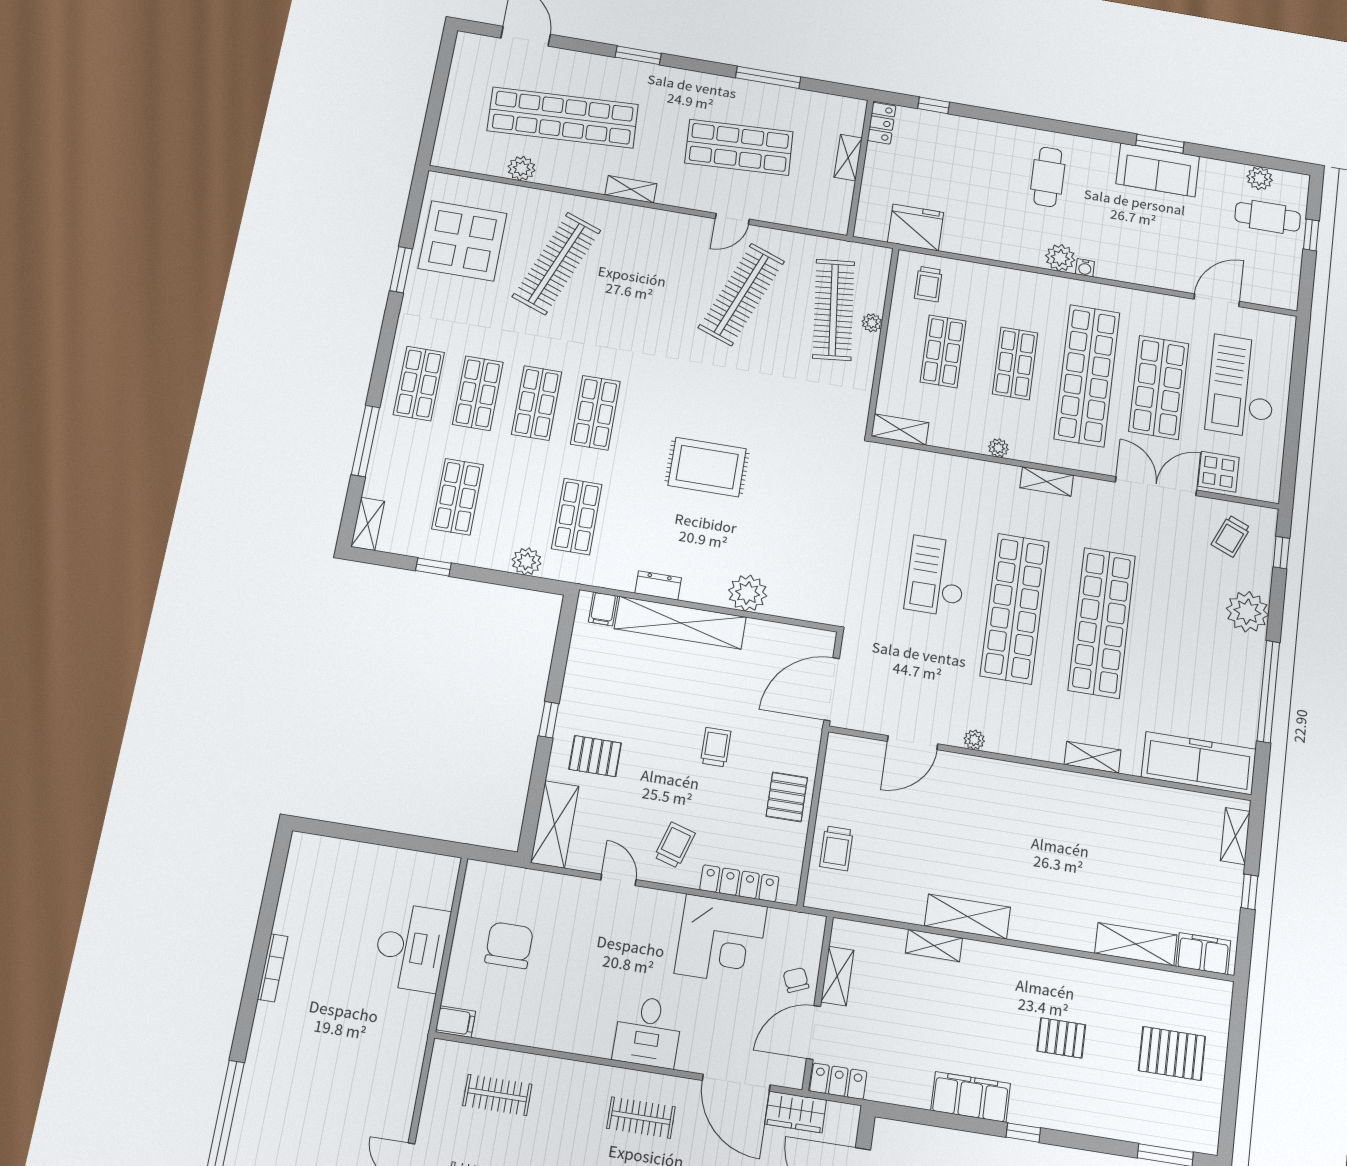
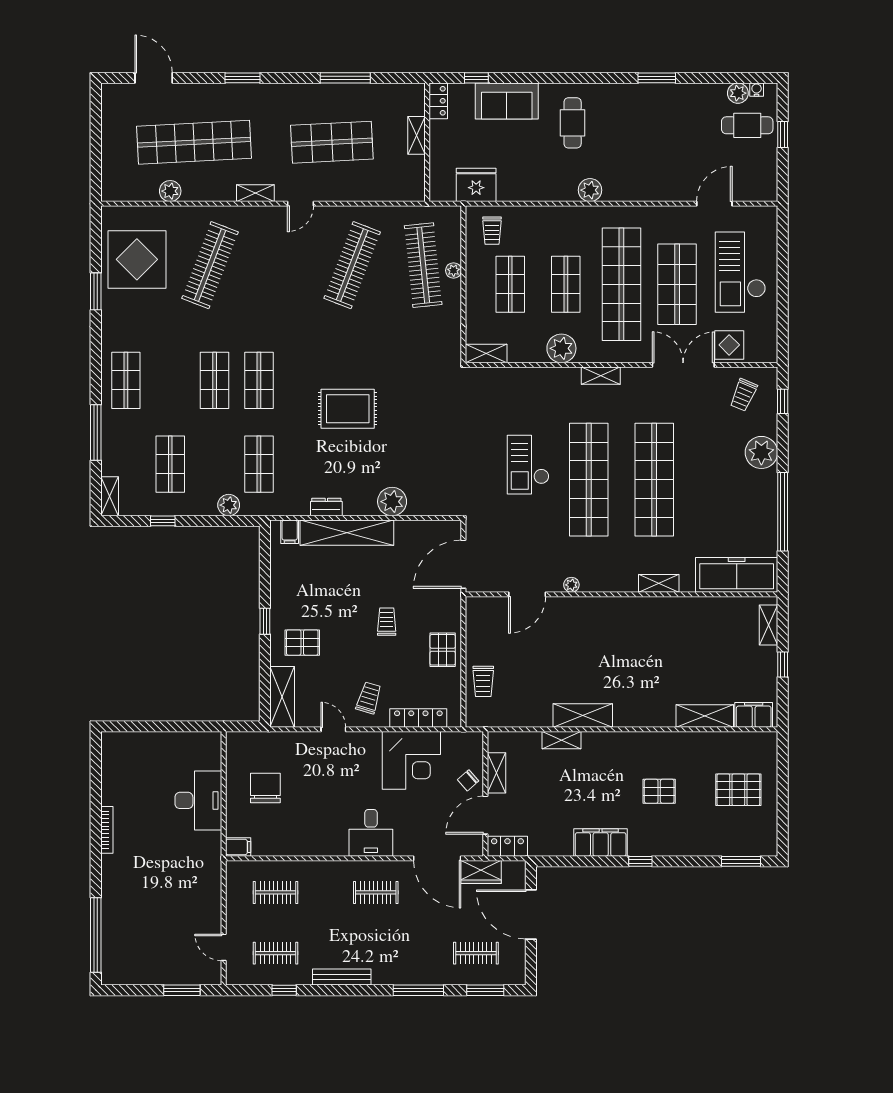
sofa: (1158, 170) -> (507, 101), moved
door: (732, 219) -> (300, 204), moved
water cooler: (1085, 268) -> (757, 90), moved, turned 180
shop shelf: (478, 393) -> (170, 380), removed
plant: (998, 448) -> (561, 348), width x1.87, depth x1.87
chair: (796, 980) -> (468, 780), turned -108

